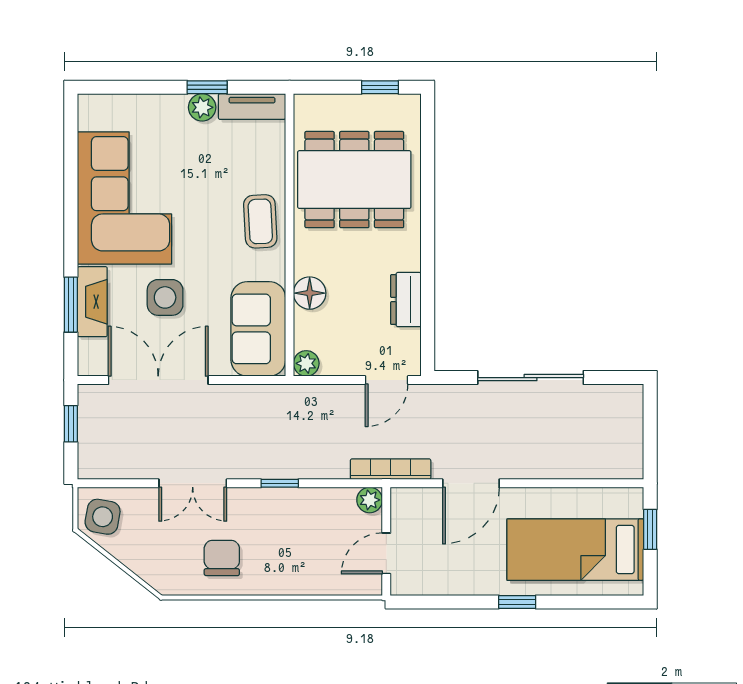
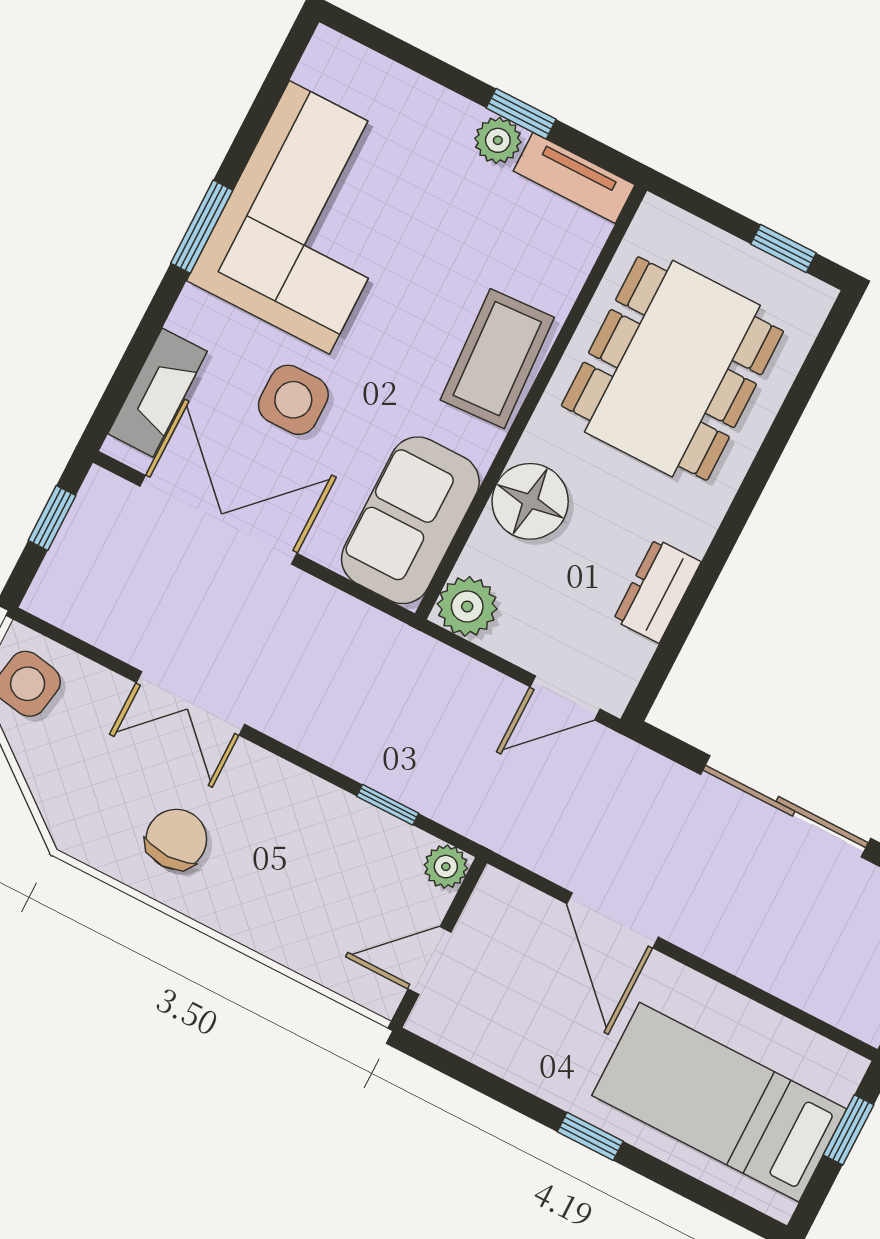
dining table: (354, 180) -> (672, 369), turned 90
coffee table: (260, 221) -> (497, 359), width x1.36, depth x1.30
floor lamp: (310, 293) -> (530, 501), width x1.38, depth x1.38
fireplace: (92, 302) -> (158, 393), moved
window: (71, 305) -> (202, 227), moved
plant: (306, 363) -> (467, 606), width x1.38, depth x1.38
bookcase: (391, 469) -> (502, 836), removed
window: (280, 483) -> (388, 805), moved
door: (471, 483) -> (613, 920), hinge flipped

